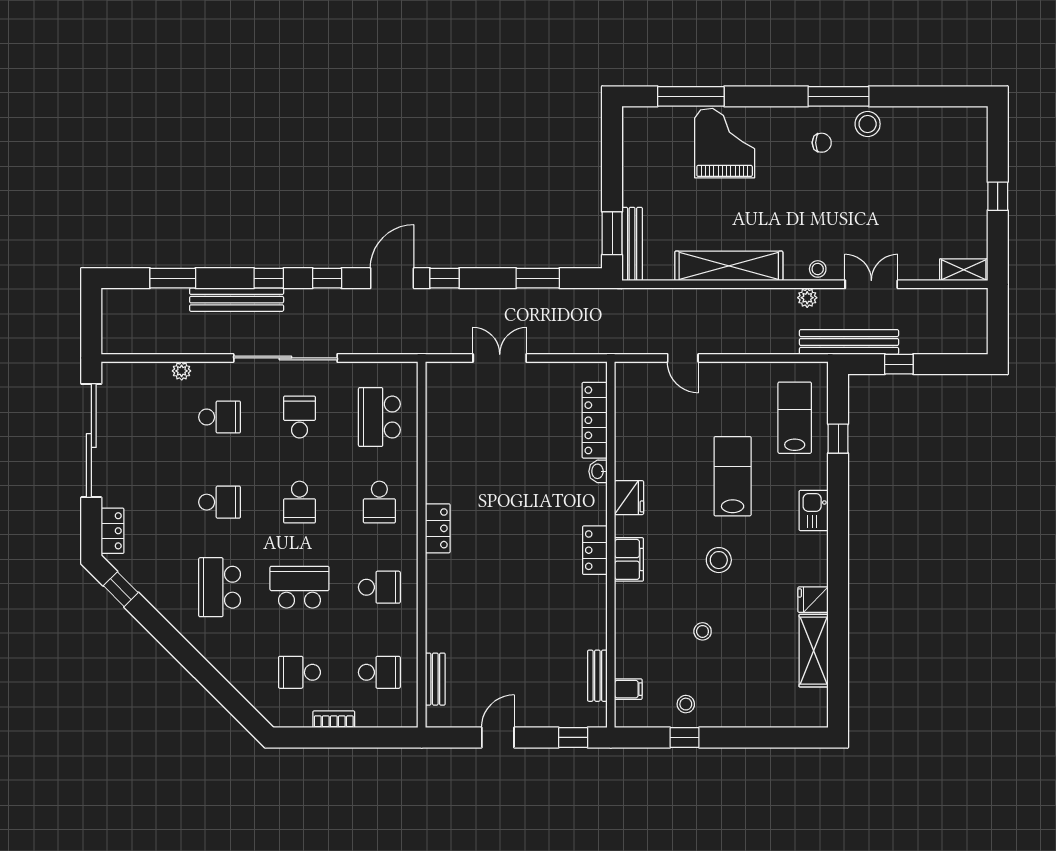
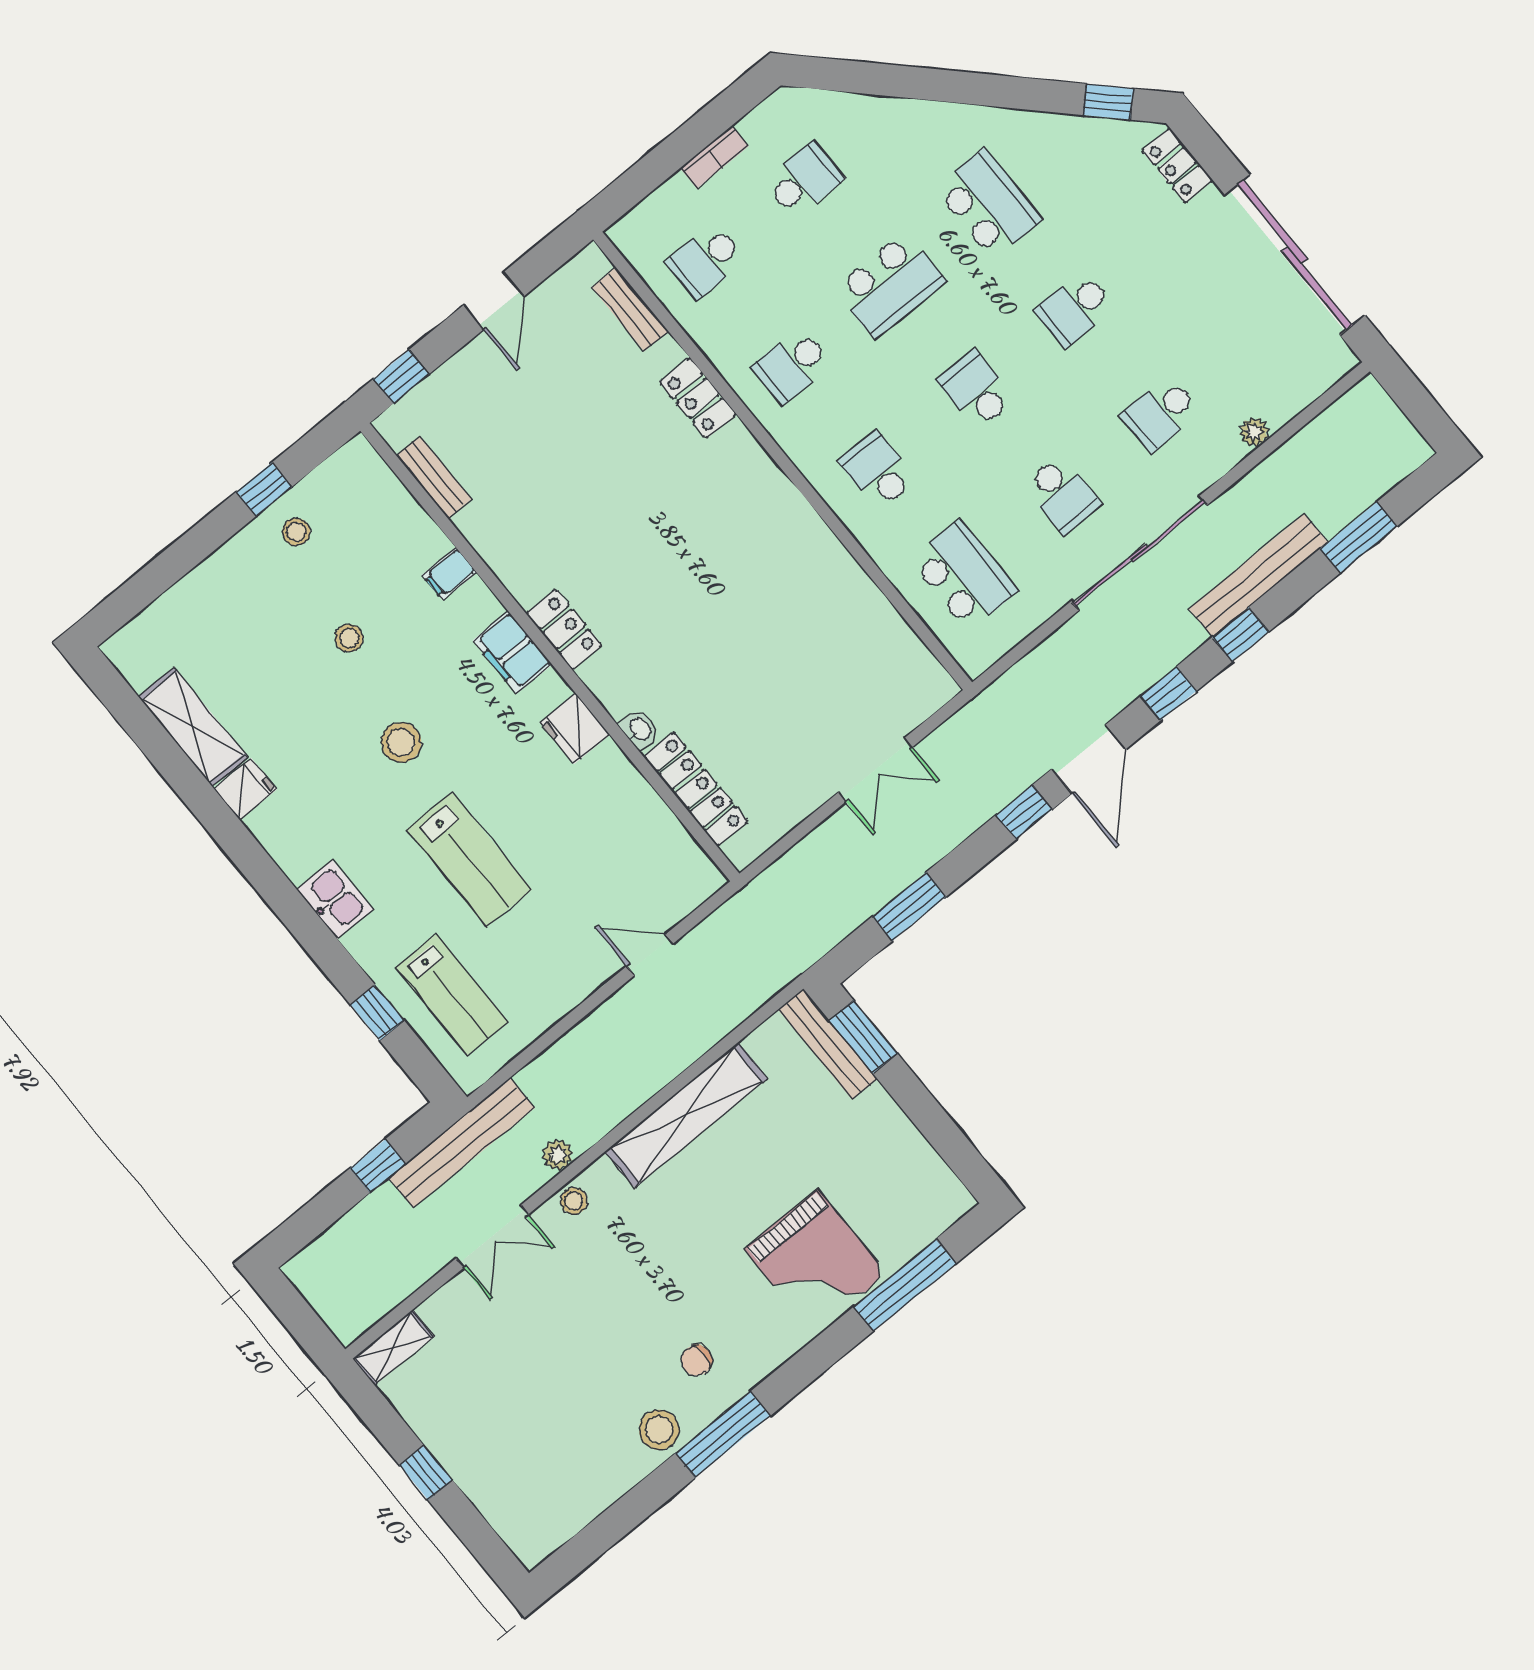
locker: (438, 528) -> (698, 398), moved
filing cabinet: (628, 689) -> (449, 574), moved

